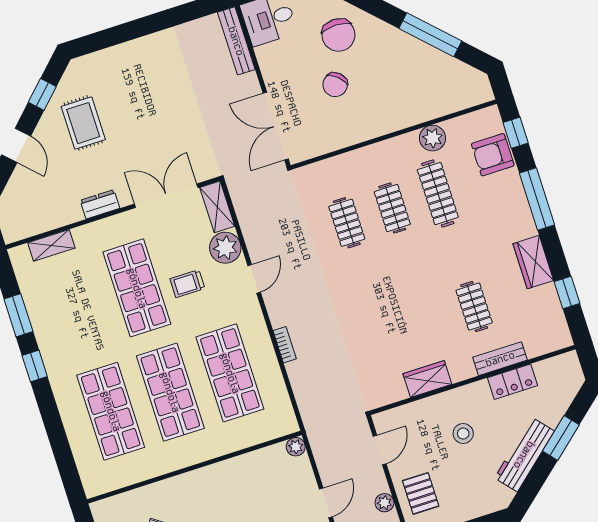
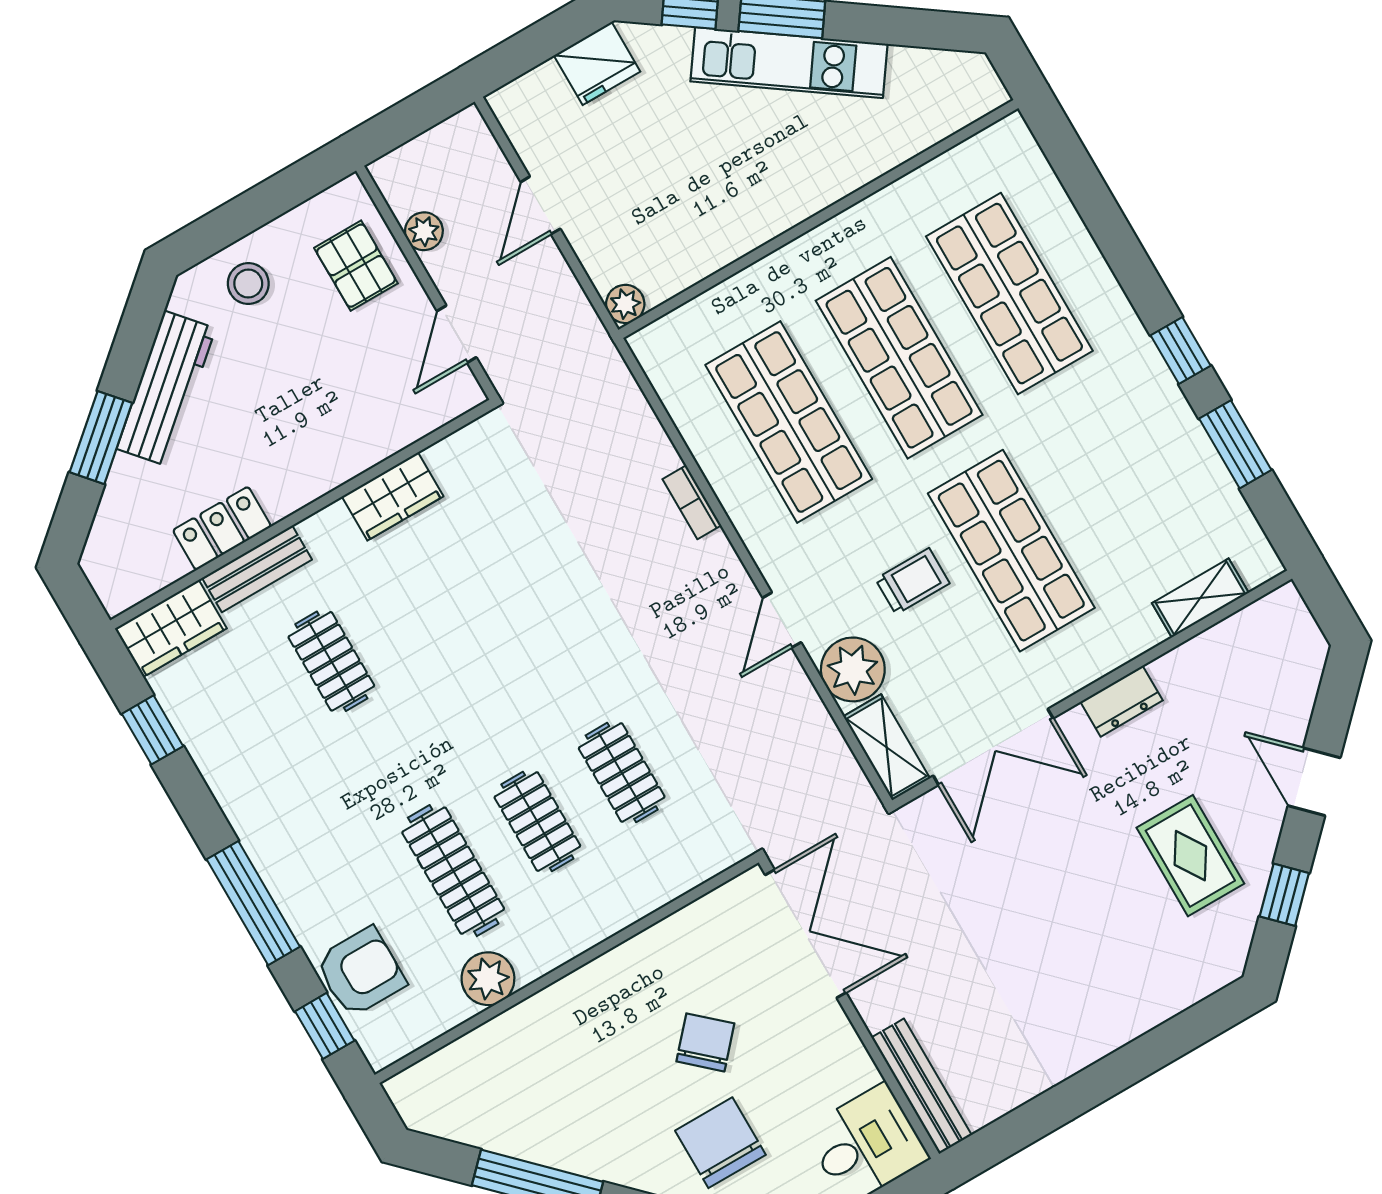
wardrobe: (533, 262) -> (171, 628), moved, turned 90
stool: (463, 433) -> (248, 284), moved

